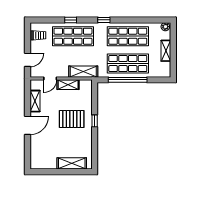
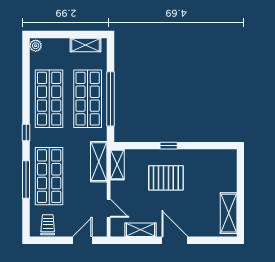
window: (71, 20) -> (26, 179), width x2.17
shelving: (166, 51) -> (85, 45), moved
door: (28, 60) -> (82, 240), hinge flipped
shelving: (68, 85) -> (117, 165), moved
pallet: (72, 119) -> (166, 178), turned 90
shelving: (72, 163) -> (229, 213), moved

